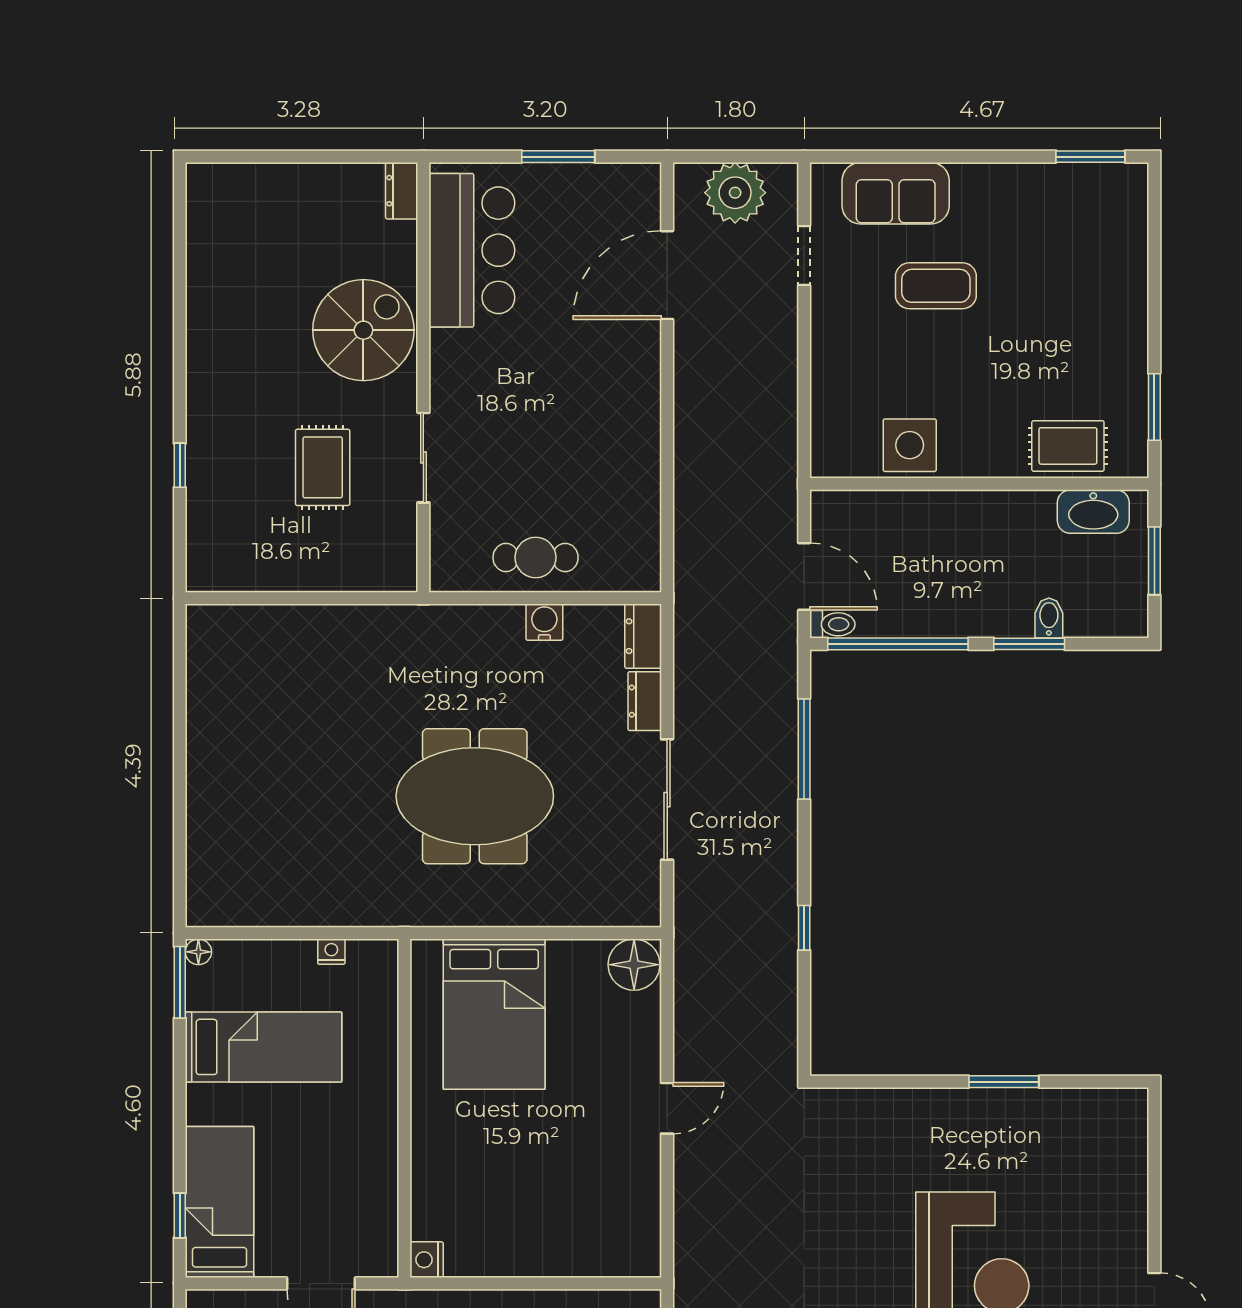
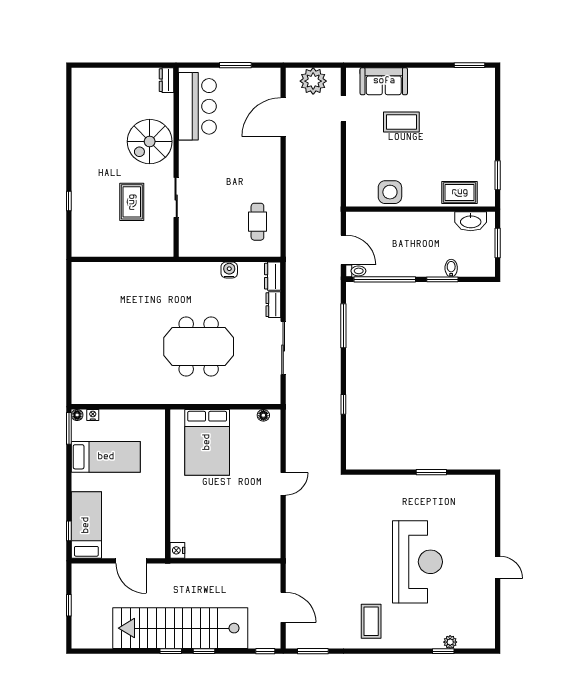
spiral stairs: (363, 330) -> (150, 142), turned 180
cafe table: (536, 558) -> (257, 222), moved, turned 90
nightstand: (331, 952) -> (93, 415), moved
floor lamp: (634, 965) -> (263, 415), width x0.53, depth x0.53

